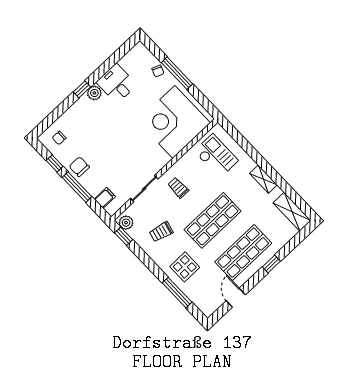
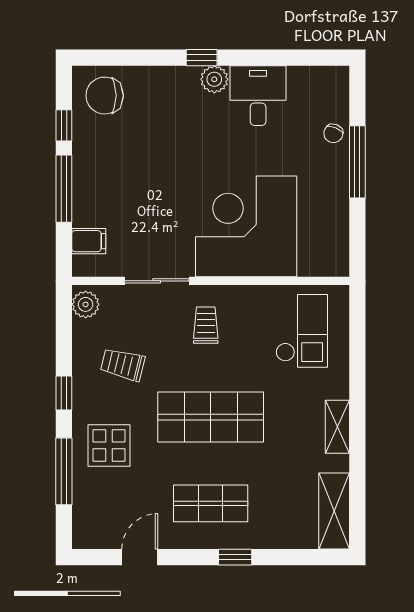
corner desk: (174, 122) -> (246, 226), moved
chair: (59, 138) -> (105, 96), width x1.87, depth x1.87
chair: (79, 167) -> (94, 163), removed
window: (124, 236) -> (64, 393), moved
shop shelf: (243, 253) -> (211, 503), width x0.70, depth x0.74

